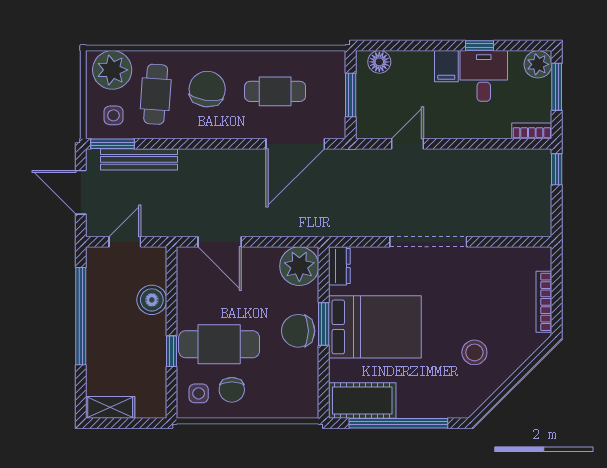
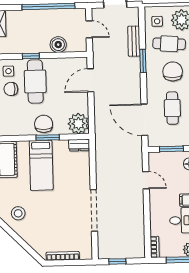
chair: (207, 89) -> (173, 71), turned -98
window: (112, 144) -> (143, 61), moved
bench: (139, 159) -> (134, 41), width x0.73
window: (557, 169) -> (117, 261), moved
doorway: (428, 242) -> (94, 210), moved
bed: (375, 327) -> (41, 165), width x0.67
stool: (474, 352) -> (18, 213), moved

